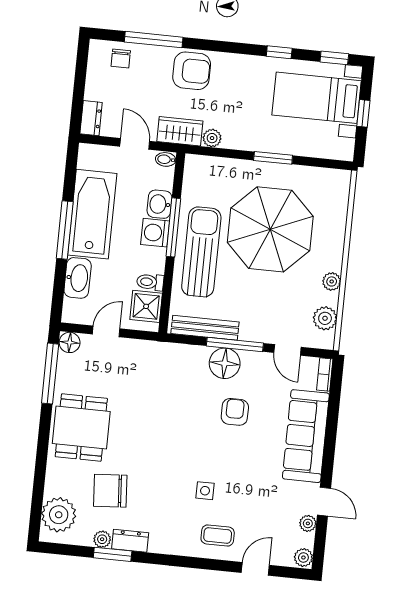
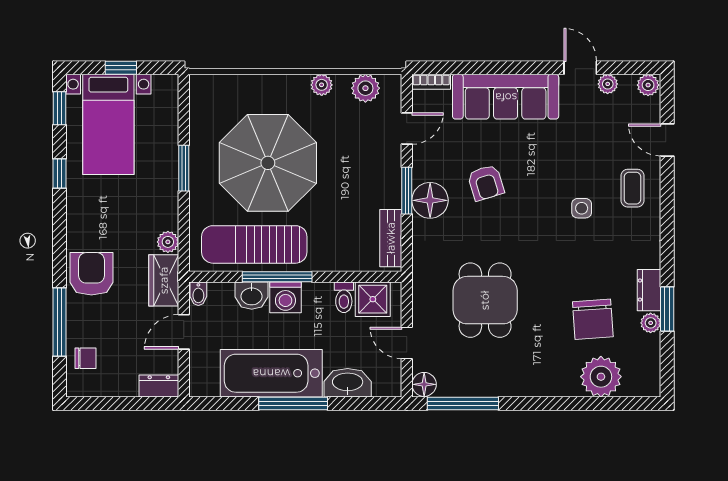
sun lounger: (201, 252) -> (254, 244), moved
bench: (205, 328) -> (391, 238), width x0.73
window: (235, 345) -> (407, 191), width x0.69
armchair: (235, 412) -> (486, 183), turned -107
dining table: (81, 428) -> (485, 300), moved, turned 90
door: (324, 502) -> (580, 68), hinge flipped
plant: (59, 515) -> (601, 377), moved

